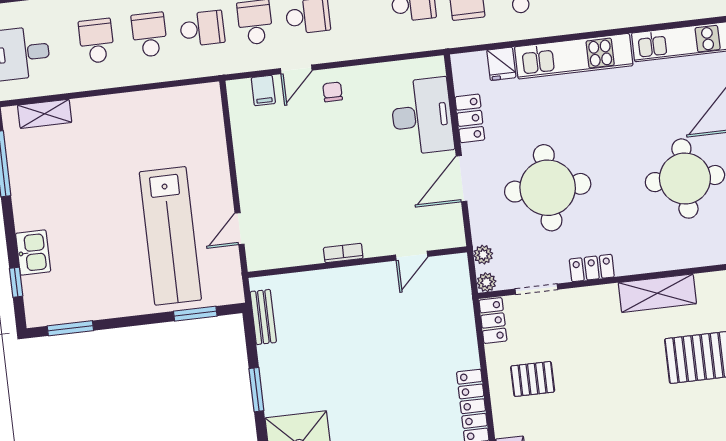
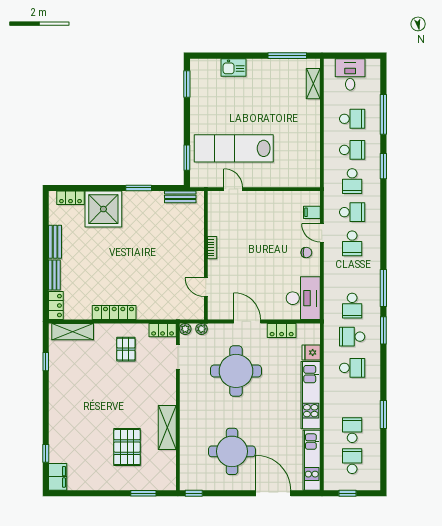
desk: (422, 116) -> (303, 298), moved, turned -90
locker: (592, 268) -> (186, 391), removed
window: (16, 282) -> (217, 56), removed

